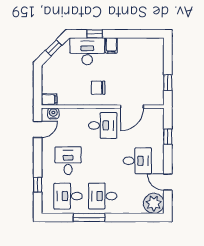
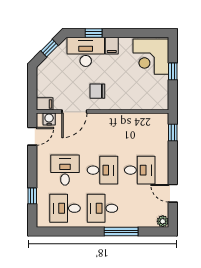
corner desk: (148, 56) -> (151, 57), added
window: (168, 83) -> (173, 71), moved
door: (132, 107) -> (74, 112), moved
desk: (103, 125) -> (102, 170), moved
window: (168, 137) -> (173, 132), moved
plant: (154, 203) -> (163, 221), width x0.53, depth x0.53
window: (89, 218) -> (121, 231), moved

